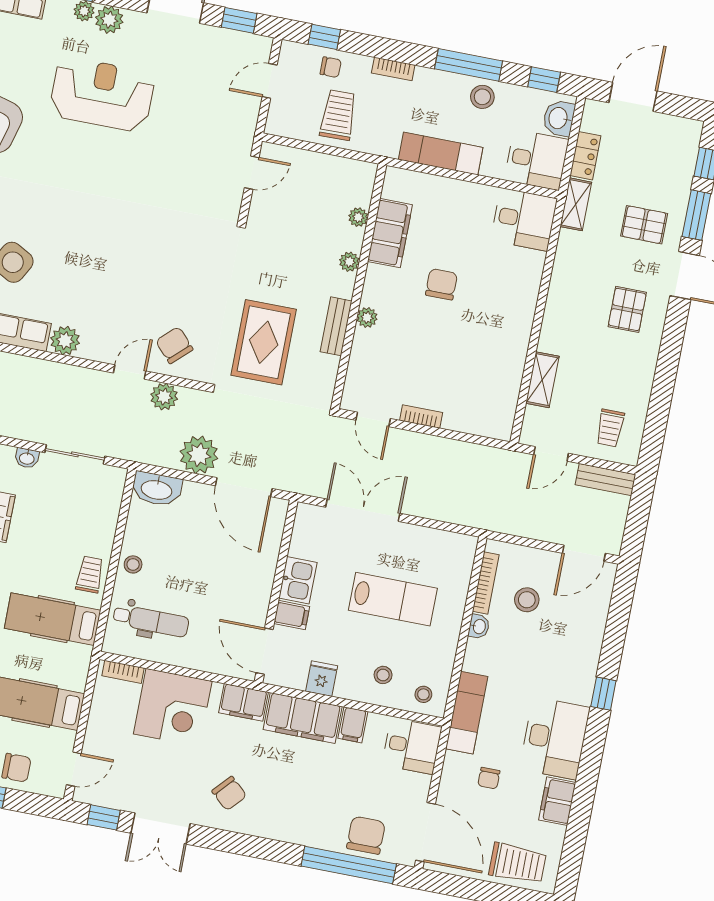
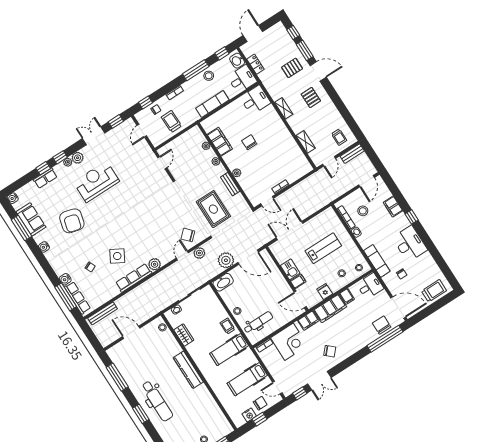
shelving: (576, 204) -> (284, 108), moved
door: (74, 769) -> (277, 388), swing flipped
filing cabinet: (557, 801) -> (393, 207), moved

